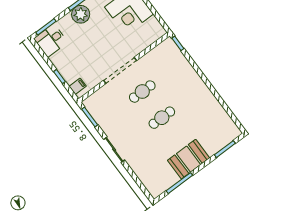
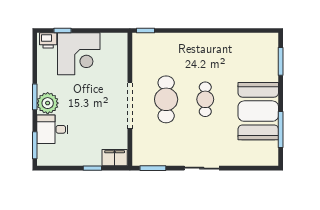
desk: (51, 40) -> (52, 129), moved, turned 90
filing cabinet: (78, 86) -> (115, 158), width x2.00
cafe table: (142, 92) -> (166, 99), width x1.37, depth x1.35
booth: (189, 159) -> (258, 111), width x1.36, depth x1.42

